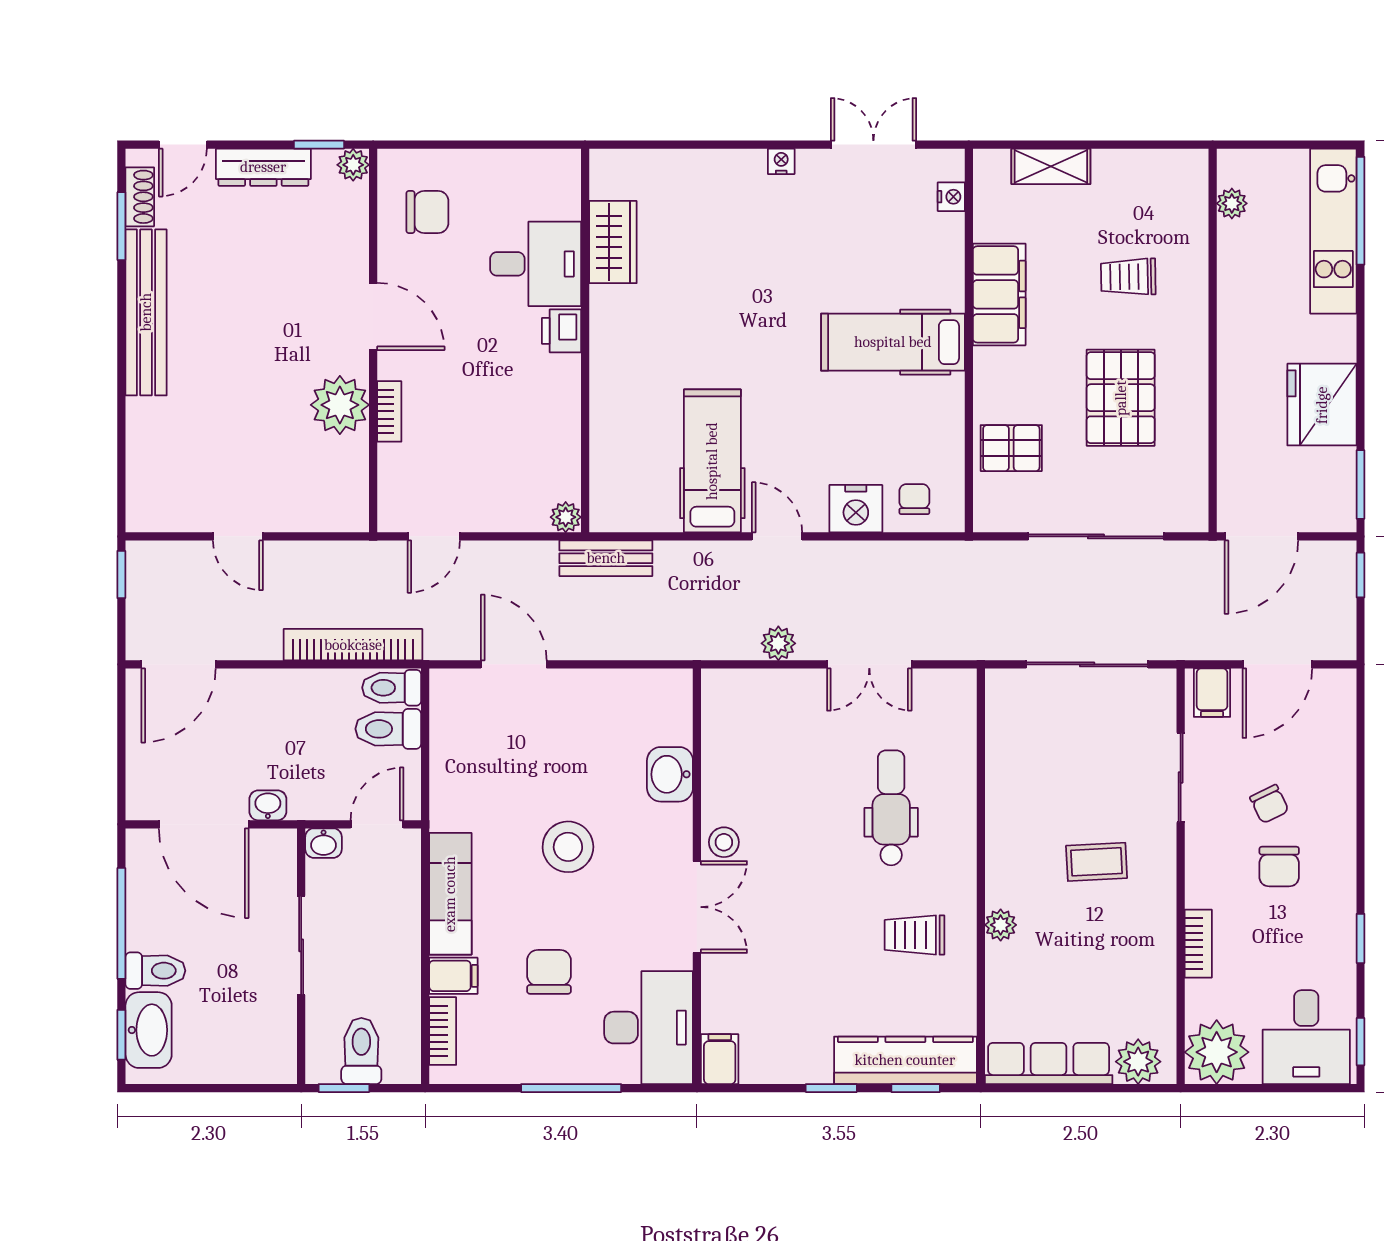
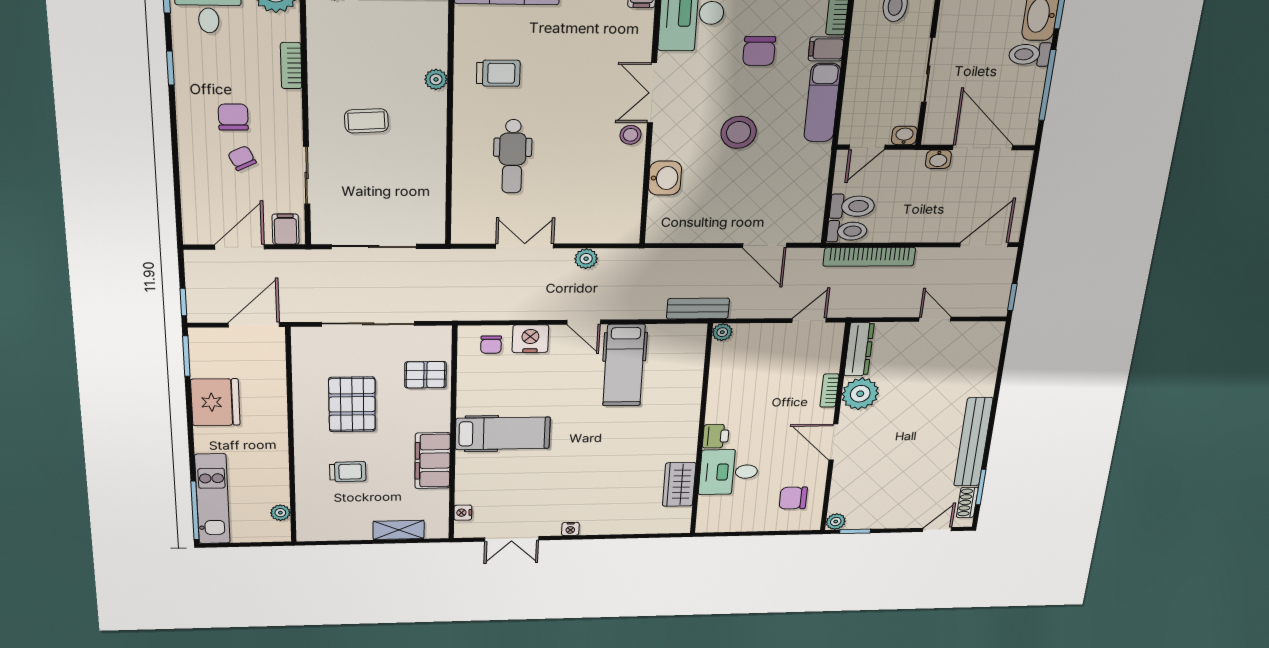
dresser: (263, 167) -> (859, 349), moved, turned 90

